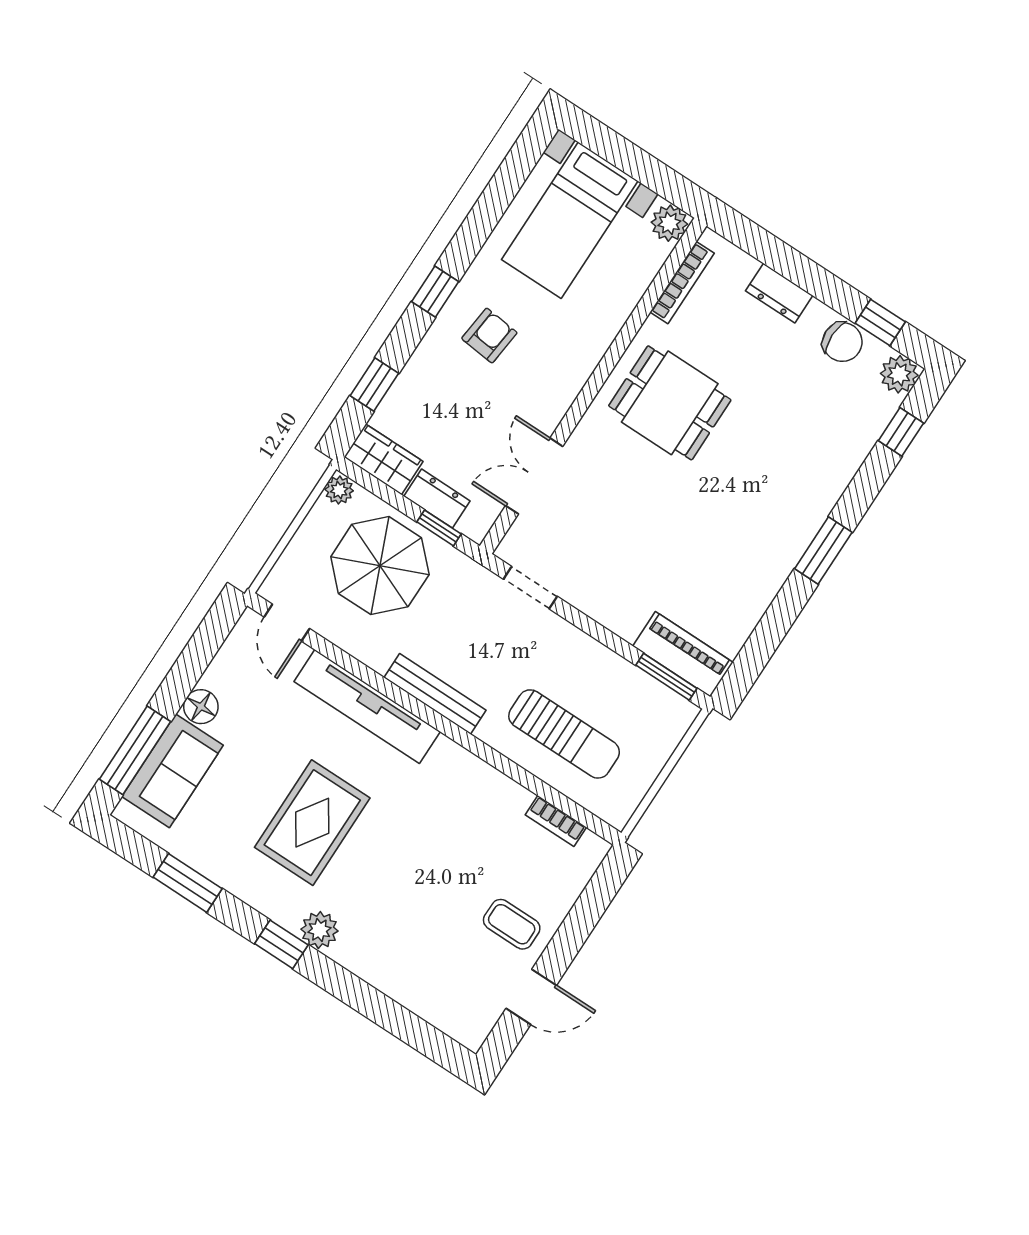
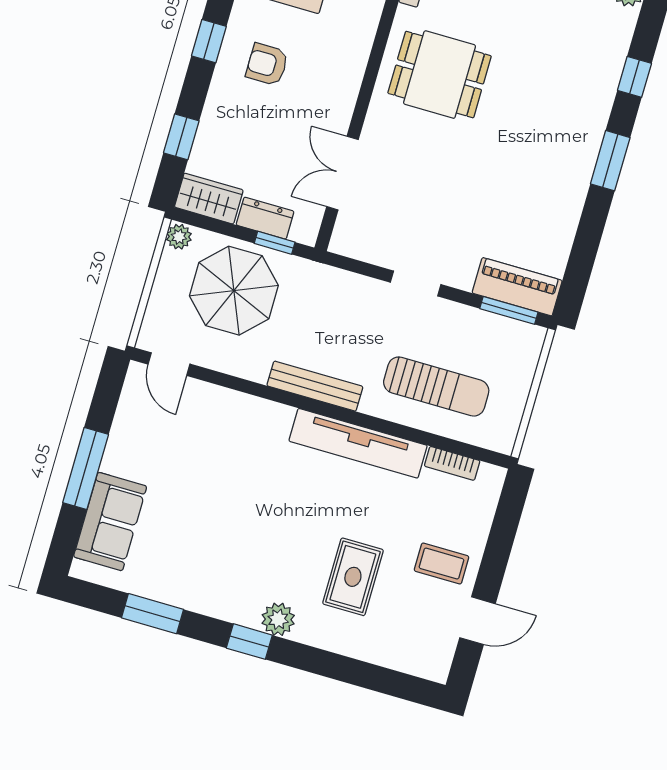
armchair: (489, 336) -> (267, 64), turned -96
window: (901, 432) -> (634, 77), moved
doorway: (530, 588) -> (416, 283), moved
floor lamp: (201, 707) -> (117, 459), removed
tv unit: (367, 707) -> (358, 443), moved
window: (135, 750) -> (86, 468), moved
rug: (312, 823) -> (353, 577), moved, width x0.73, depth x0.70

